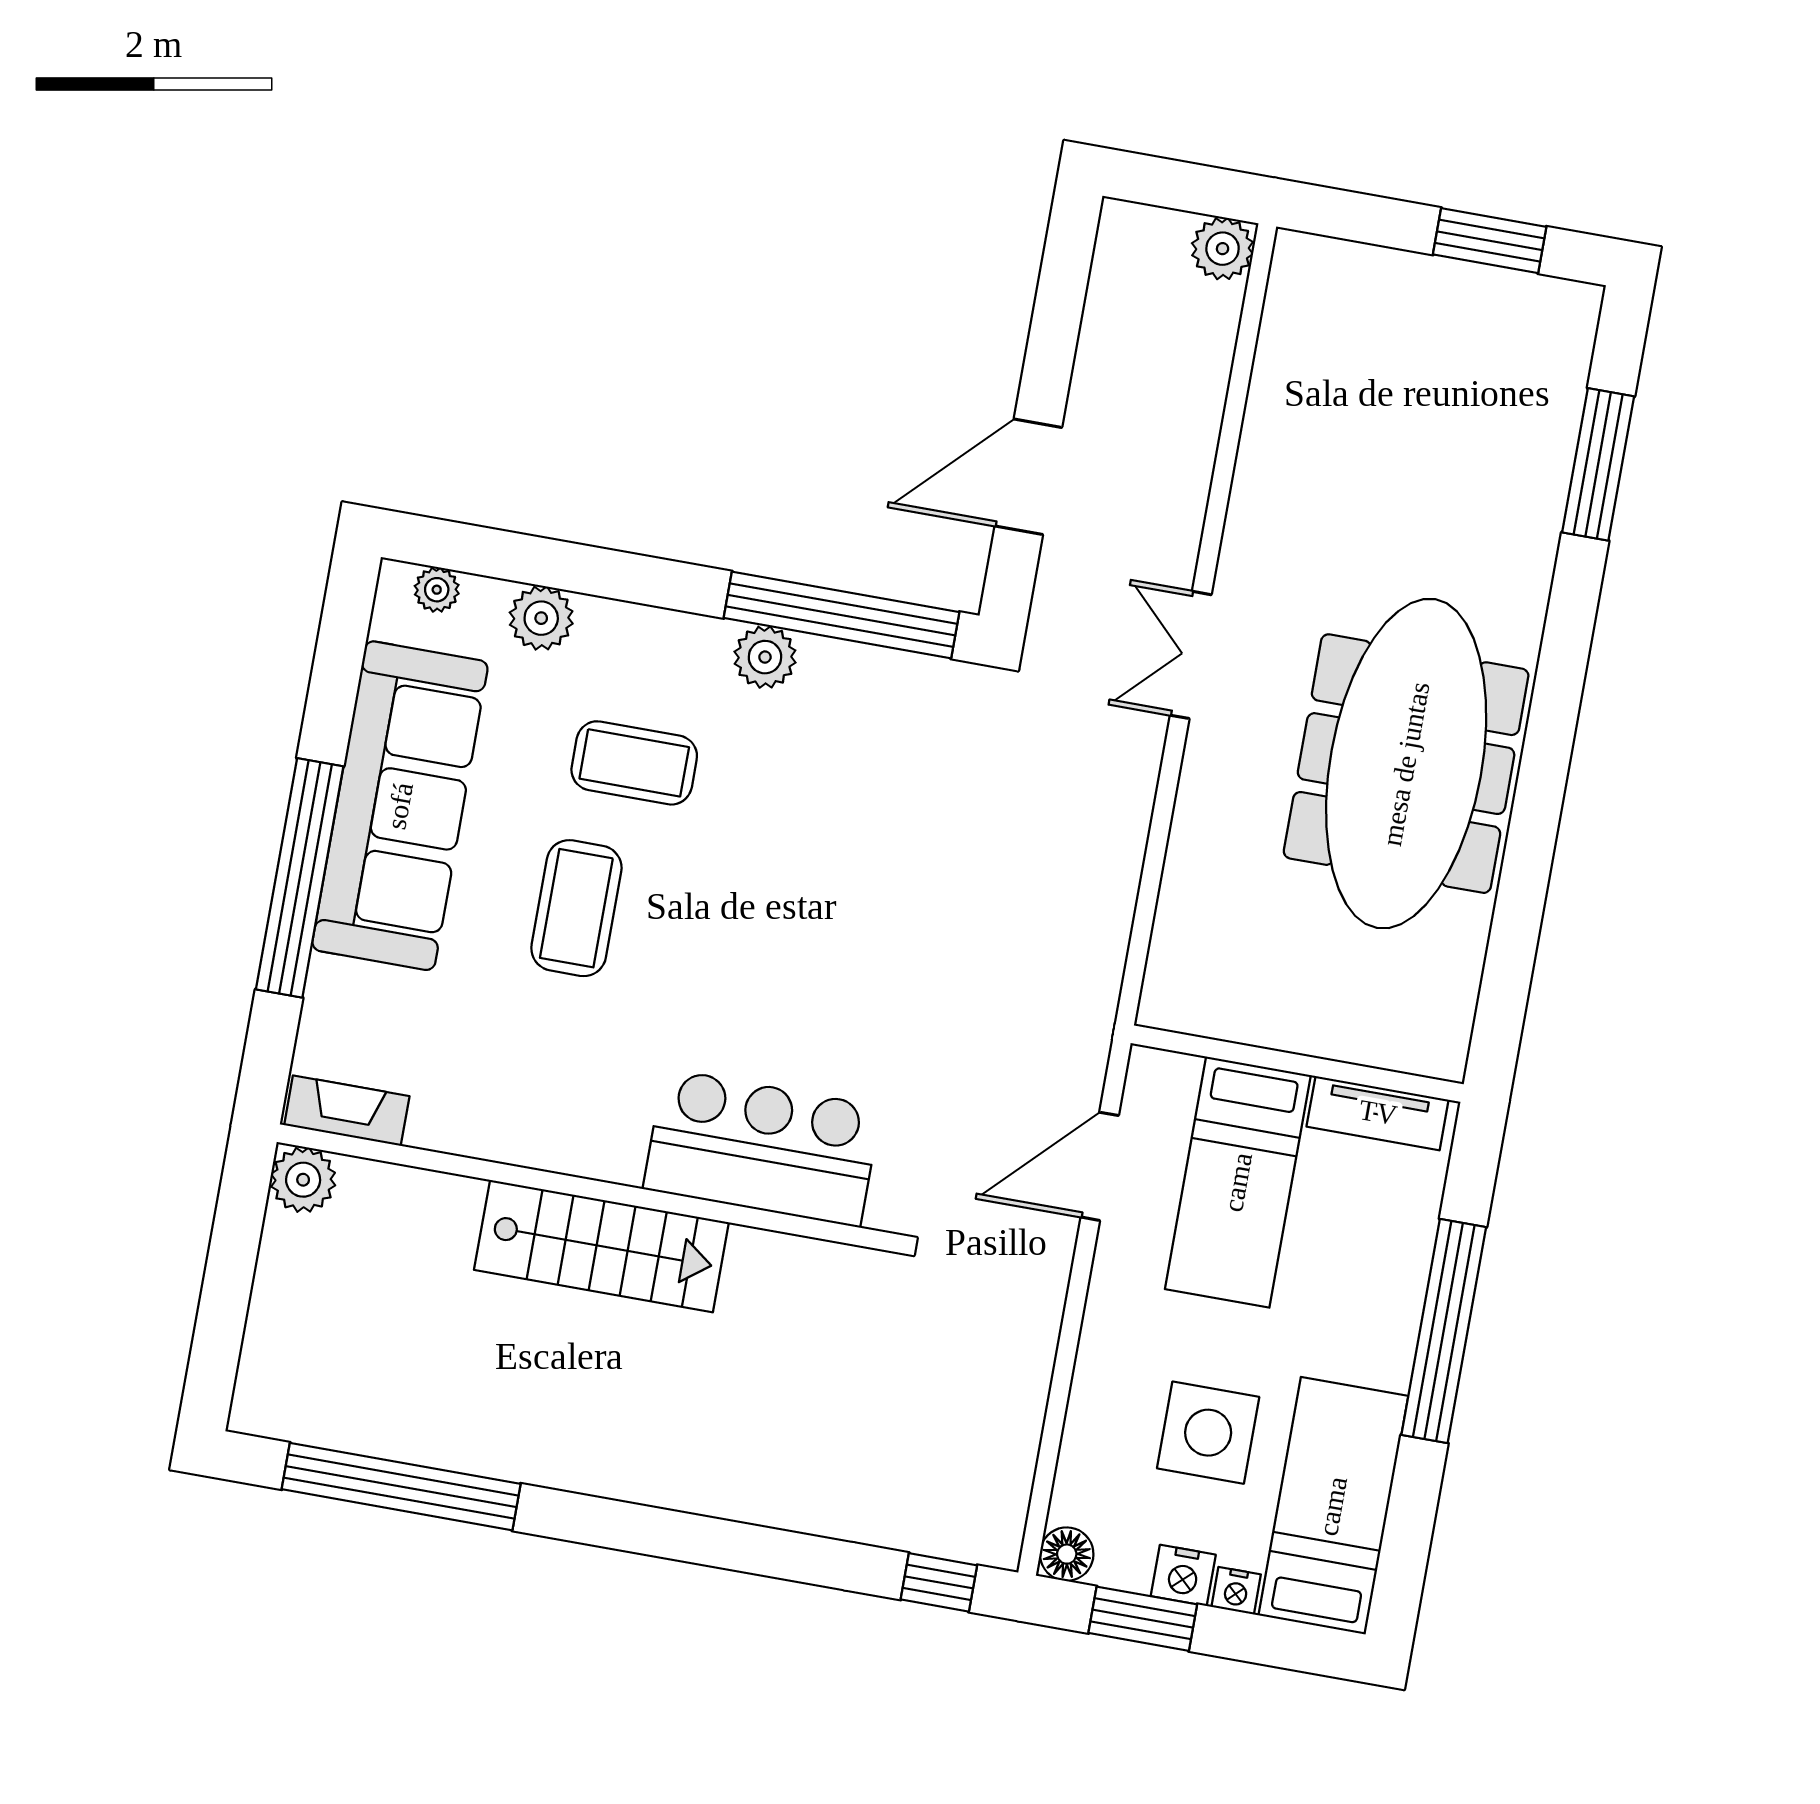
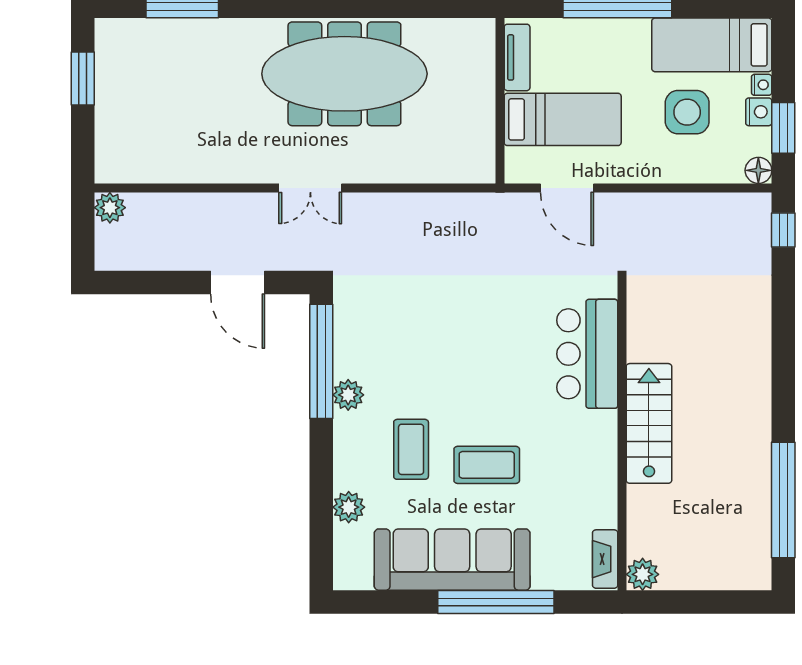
plant: (437, 590) -> (344, 560), removed

